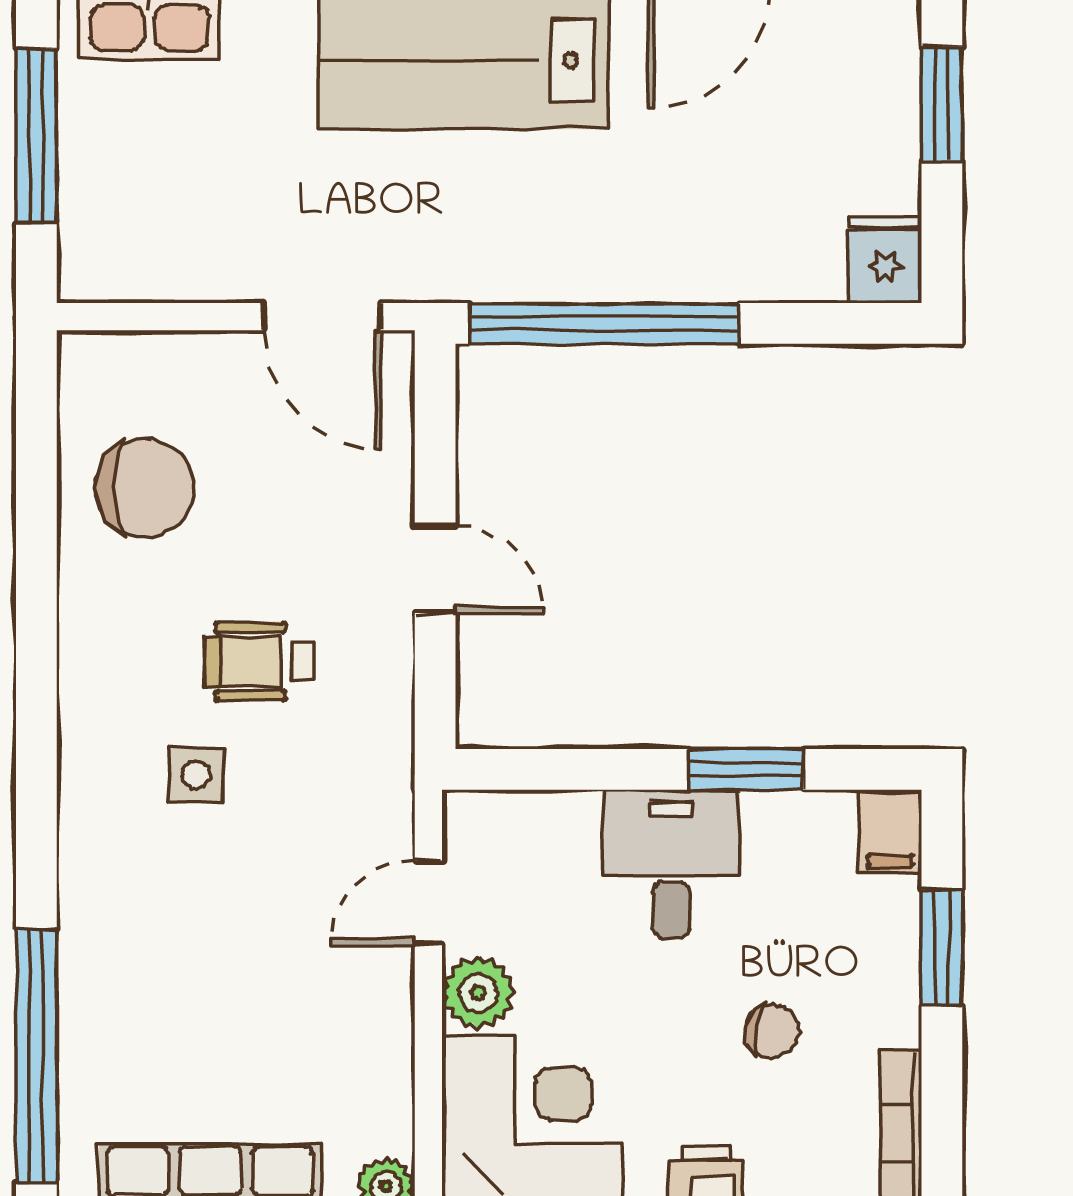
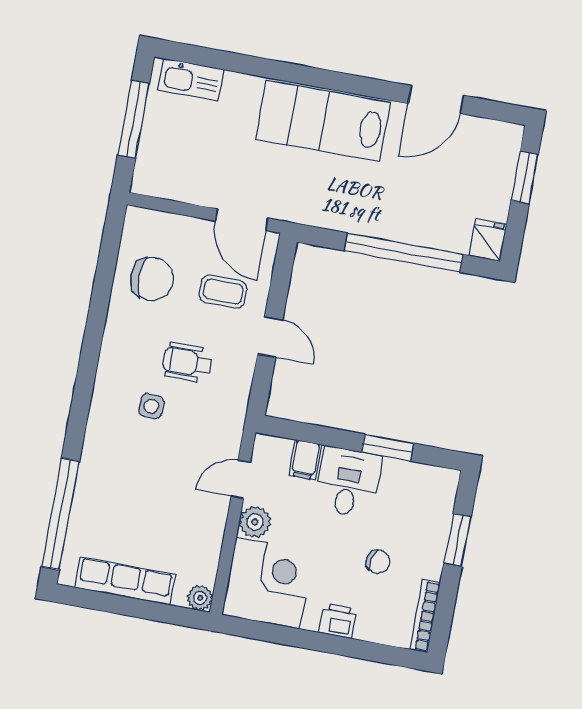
window: (604, 323) -> (404, 253), moved
coffee table: (310, 487) -> (223, 292), added
filing cabinet: (890, 831) -> (305, 460), moved

